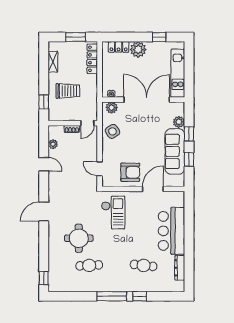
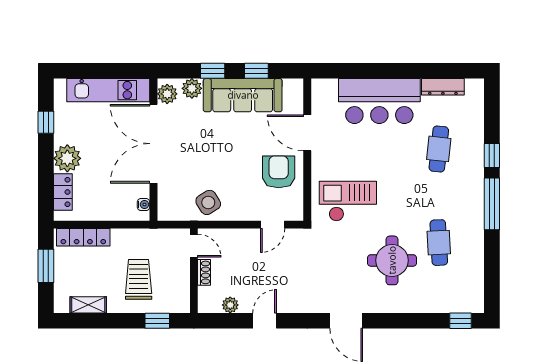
plant: (112, 108) -> (167, 94), moved

